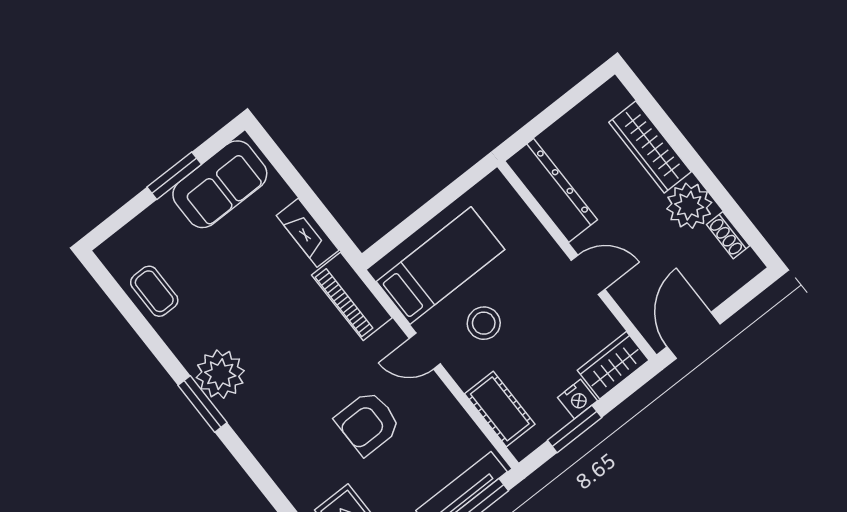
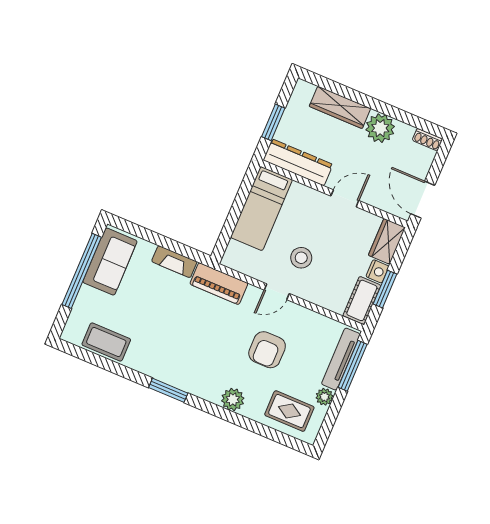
window: (548, 117) -> (273, 122), added
window: (174, 176) -> (82, 271), width x2.11
shoe rack: (728, 235) -> (427, 140), moved
bed: (440, 265) -> (261, 209), moved, turned 180
coffee table: (154, 291) -> (106, 342), width x1.36, depth x1.30
plant: (220, 374) -> (233, 400), moved, width x0.73, depth x0.73
cot: (500, 409) -> (362, 300), moved, turned 90

